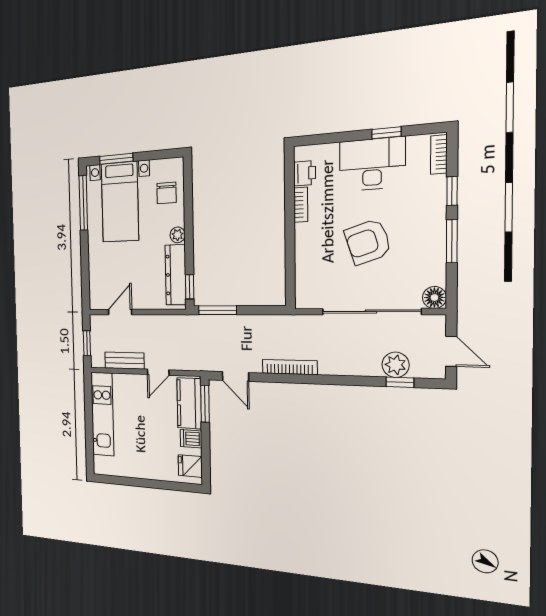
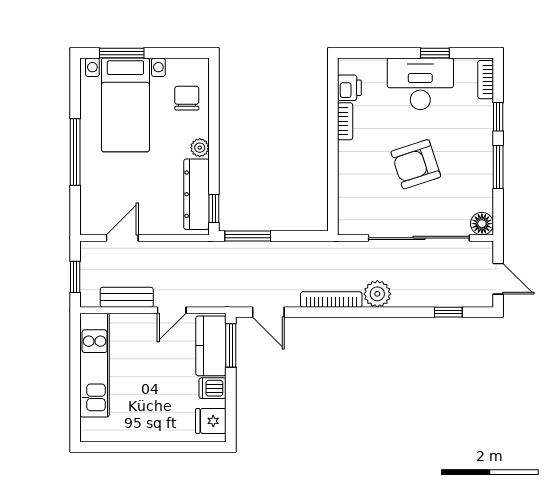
chair: (167, 193) -> (187, 98), turned 180
window: (83, 203) -> (75, 152), moved
plant: (395, 365) -> (377, 294), moved

